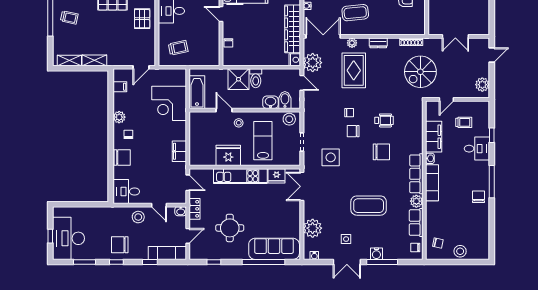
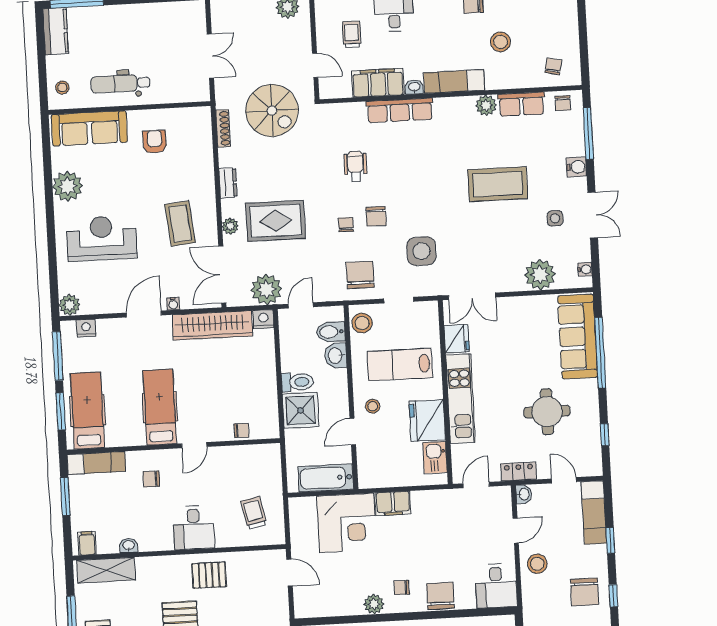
filing cabinet: (120, 87) -> (324, 606), removed
filing cabinet: (179, 151) -> (393, 503), moved
chair: (381, 152) -> (360, 275), moved
kitchen sink: (206, 159) -> (435, 457), added
row of seats: (416, 174) -> (400, 110), moved
coffee table: (369, 206) -> (498, 184), turned 90
stool: (460, 251) -> (500, 42), moved
window: (382, 262) -> (588, 133), moved

